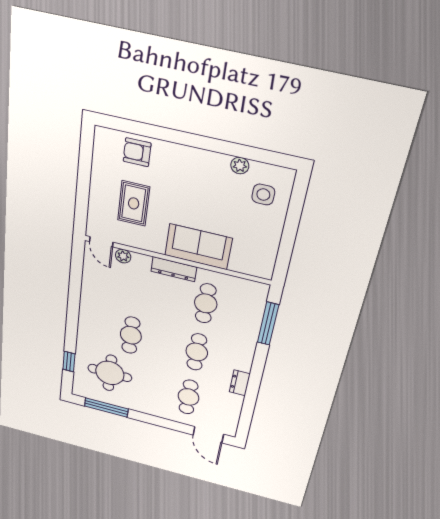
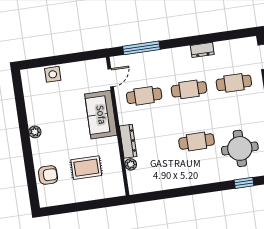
armchair: (137, 152) -> (48, 175), turned -90
plant: (240, 166) -> (35, 132), moved
side table: (263, 195) -> (53, 74), moved
door: (101, 242) -> (111, 78), moved
dresser: (174, 269) -> (128, 141), moved

